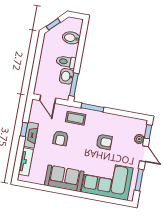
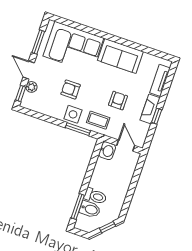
toilet: (66, 62) -> (95, 196), moved
washbasin: (67, 76) -> (107, 151), moved
window: (74, 85) -> (78, 206), moved
side table: (99, 120) -> (73, 114), added

